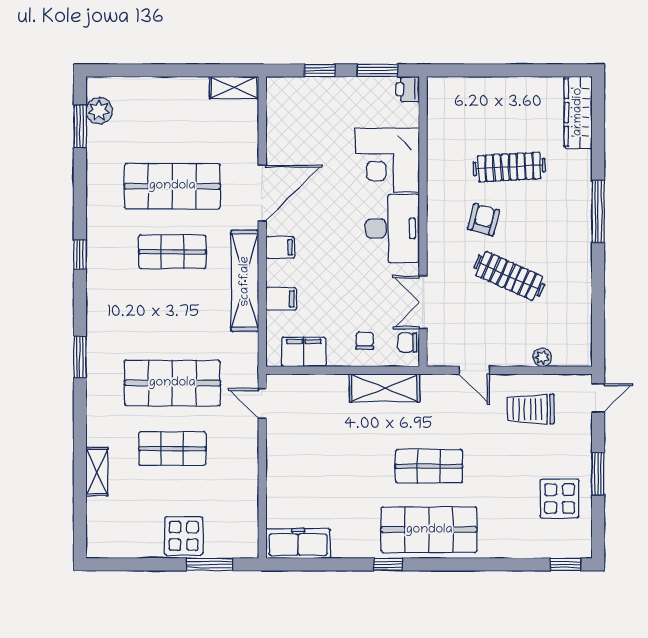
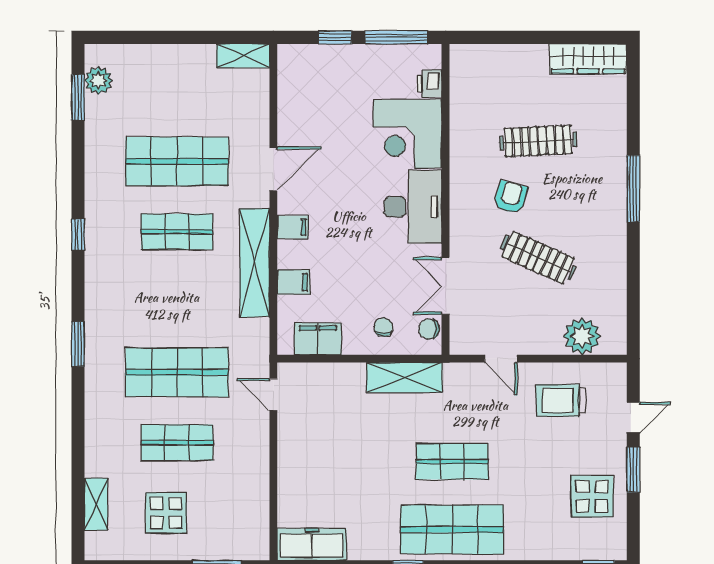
window: (377, 70) -> (397, 37), width x1.44
printer: (408, 89) -> (429, 84), moved
wardrobe: (578, 112) -> (588, 59), moved, turned -90
door: (262, 193) -> (273, 169), width x0.73
plant: (542, 357) -> (582, 336), width x1.87, depth x1.87
door: (598, 398) -> (633, 417), moved
shelving: (97, 472) -> (96, 504), moved
display table: (184, 536) -> (166, 513), moved

